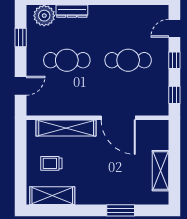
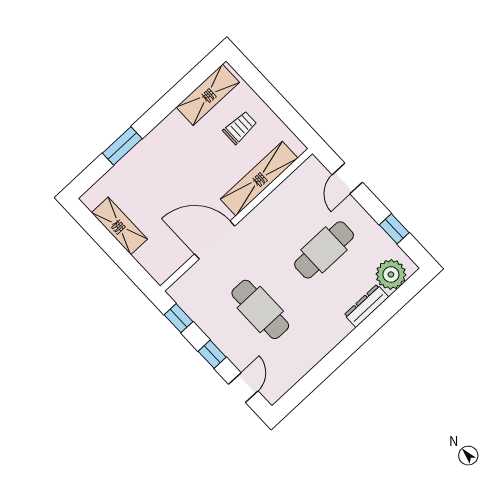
cafe table: (128, 60) -> (260, 309), turned 90

